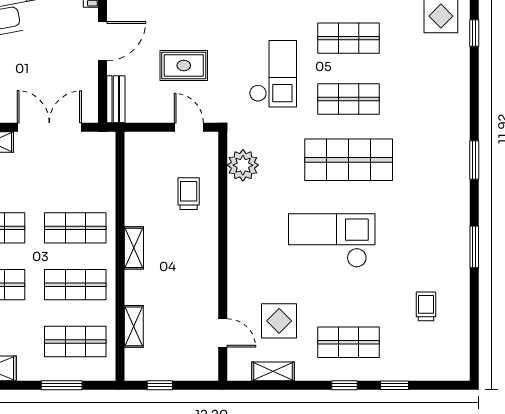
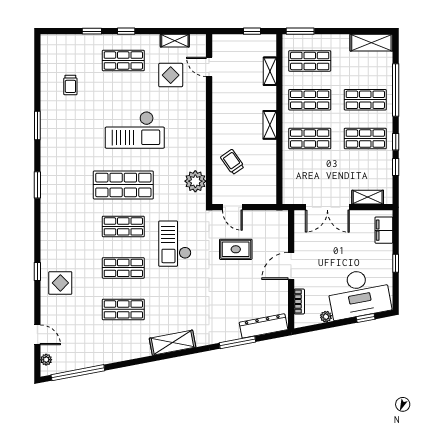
bench: (116, 99) -> (282, 226), removed
trolley: (189, 194) -> (232, 162), turned 145
window: (62, 385) -> (300, 31), moved

